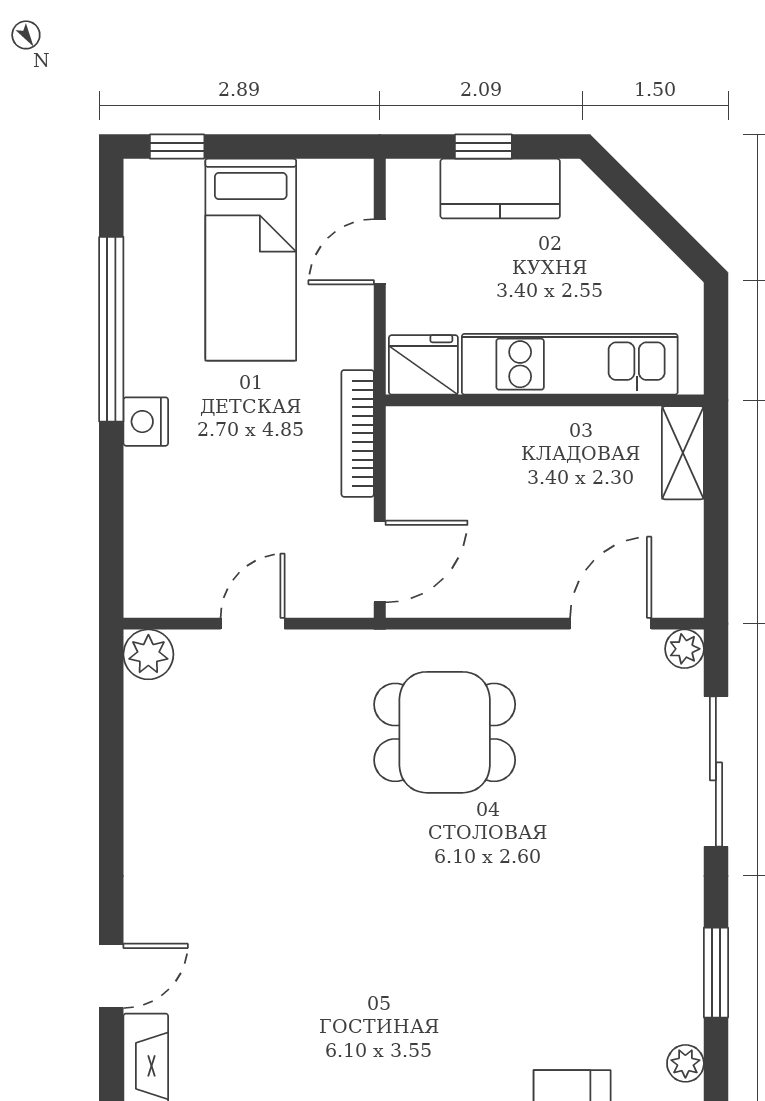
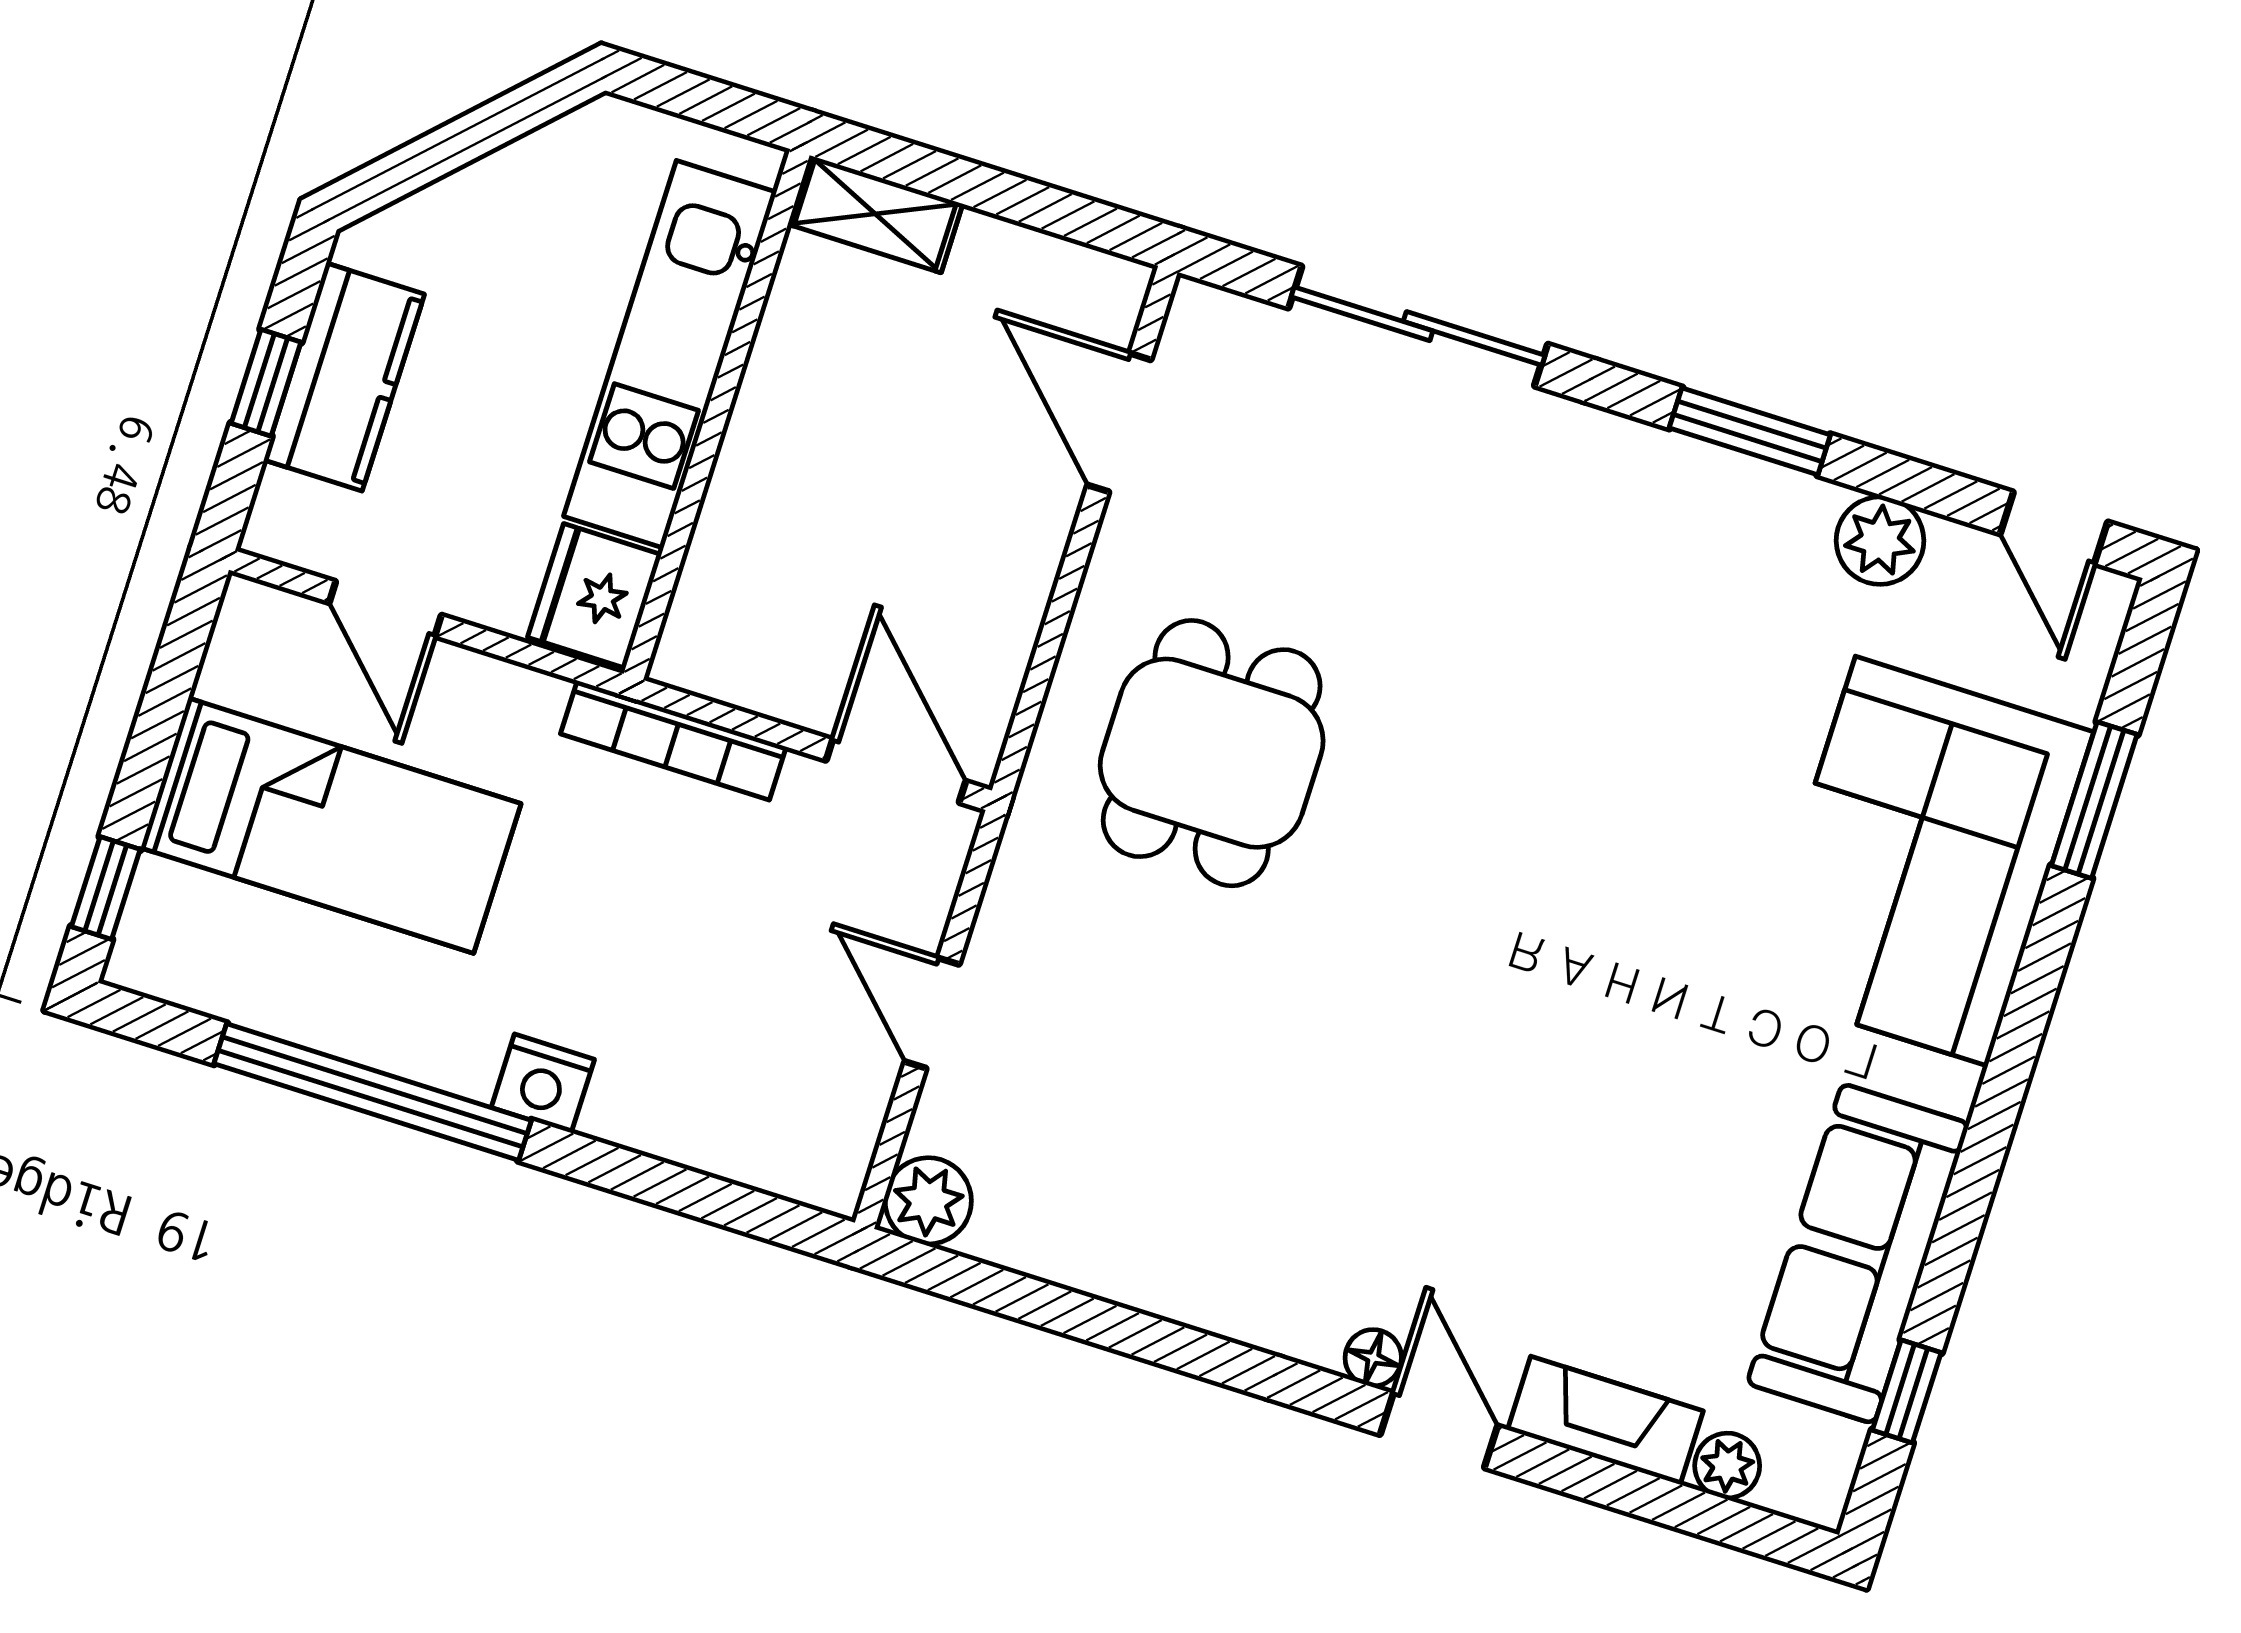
plant: (684, 649) -> (1199, 314), removed
floor lamp: (140, 927) -> (1373, 1358), added
plant: (685, 1063) -> (1880, 541), width x1.38, depth x1.38

